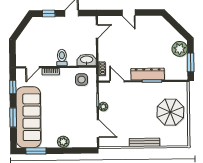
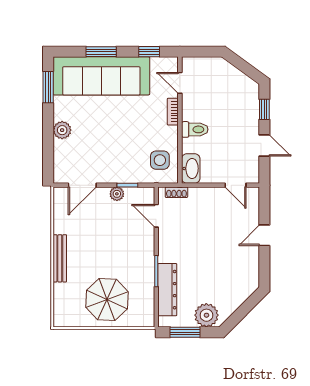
dresser: (148, 74) -> (167, 290), moved
door: (117, 81) -> (156, 216), swing flipped

